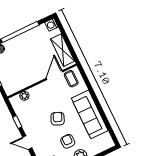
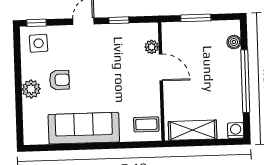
door: (54, 75) -> (161, 67), moved
armchair: (58, 119) -> (98, 80), removed

